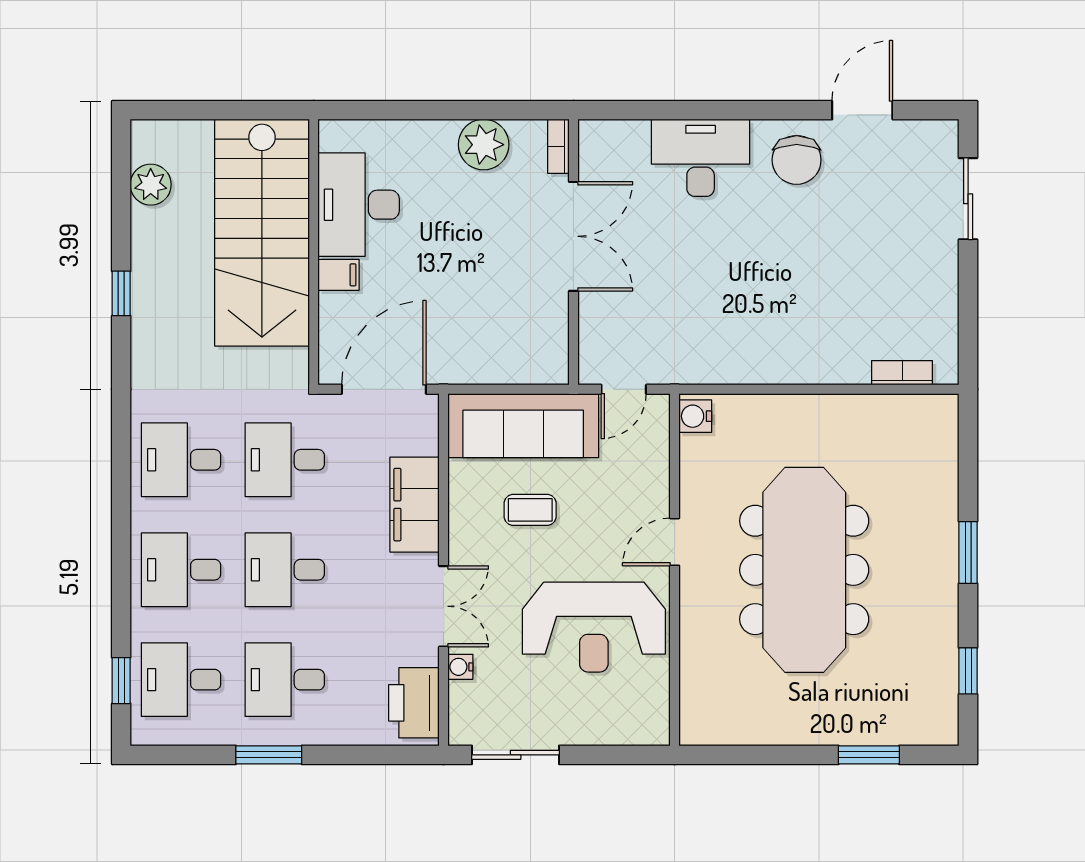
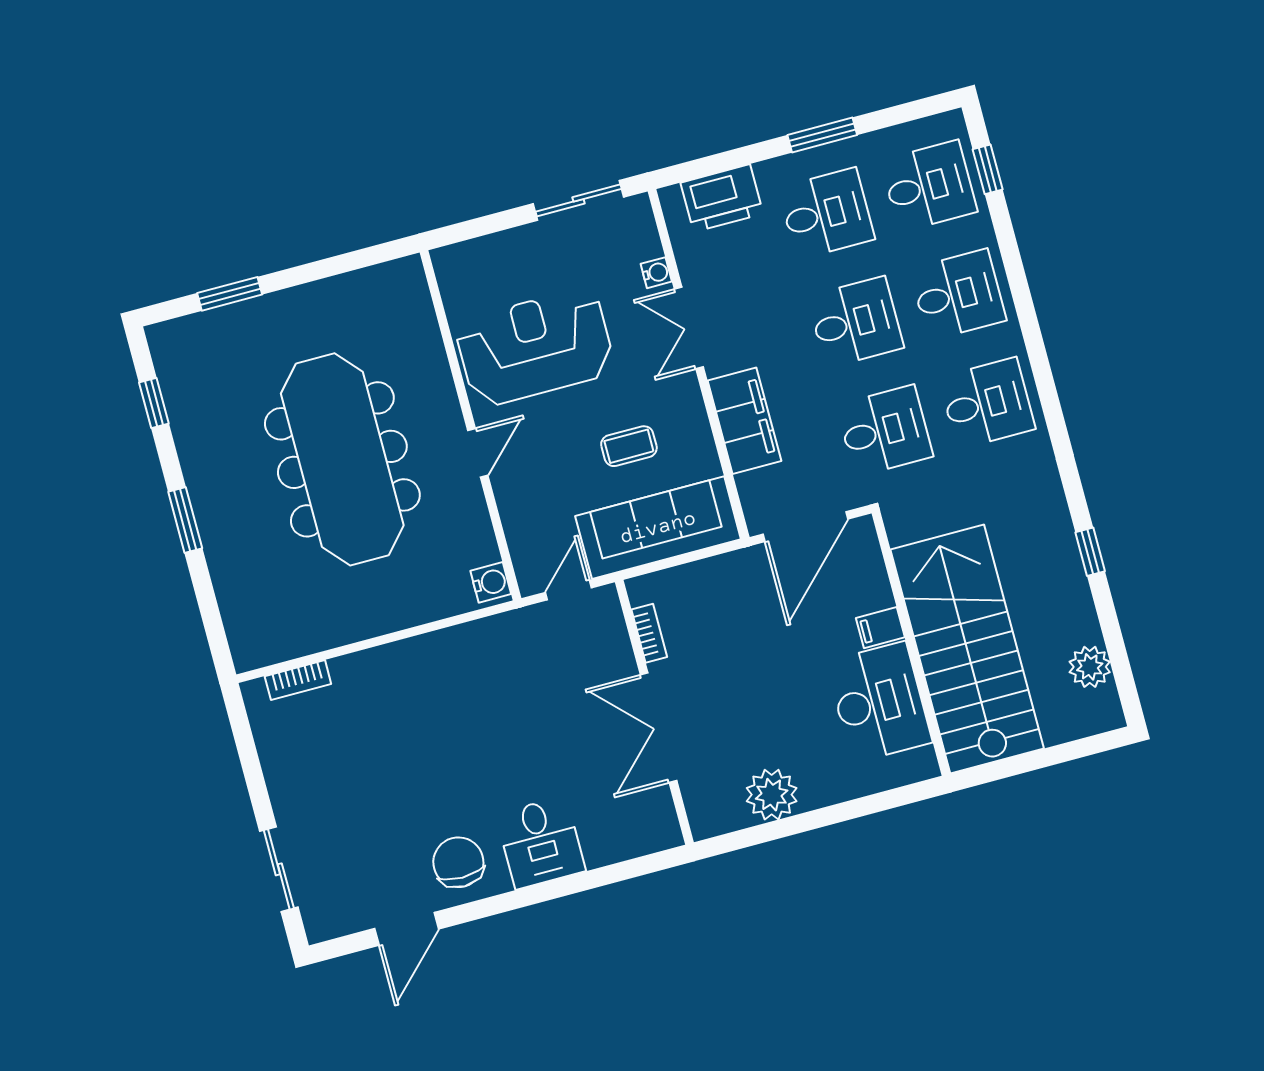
bookcase: (558, 146) -> (649, 633), moved
desk: (701, 158) -> (541, 842), width x0.73
printer: (414, 703) -> (722, 198), moved, turned 90

